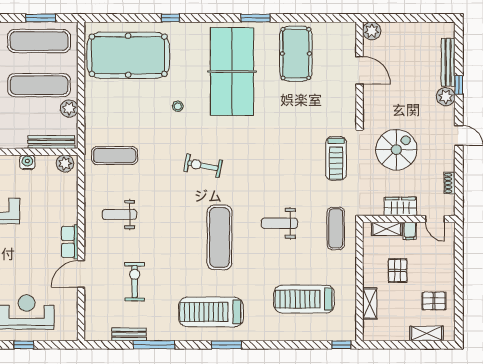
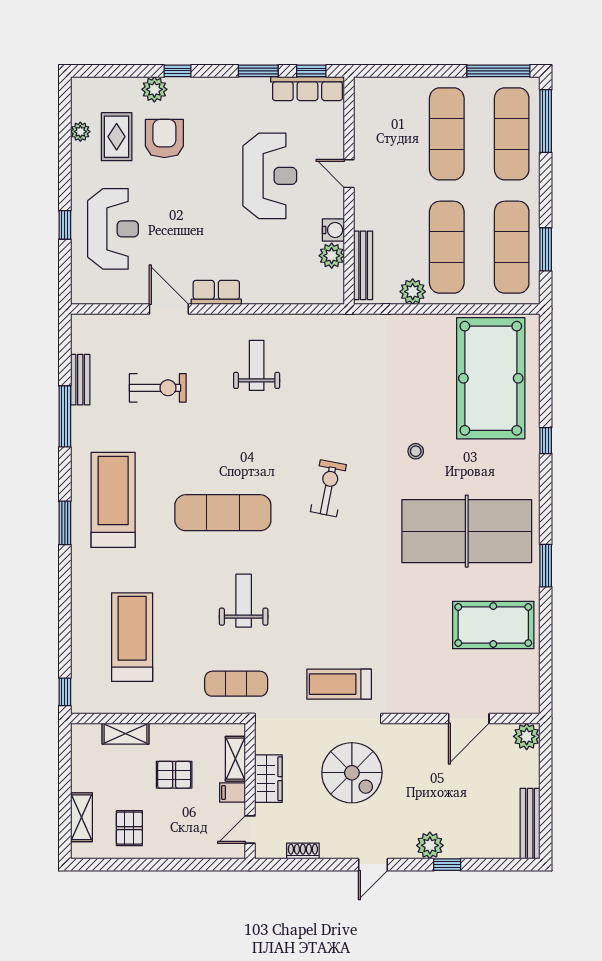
bench: (448, 62) -> (530, 824), moved, turned 90
exercise mat: (115, 156) -> (343, 358), removed
plant: (65, 163) -> (332, 256), moved

